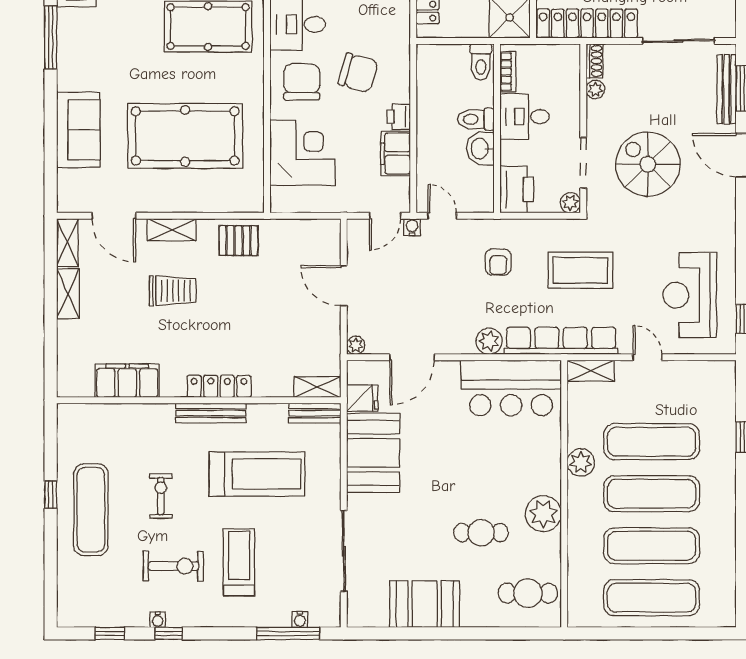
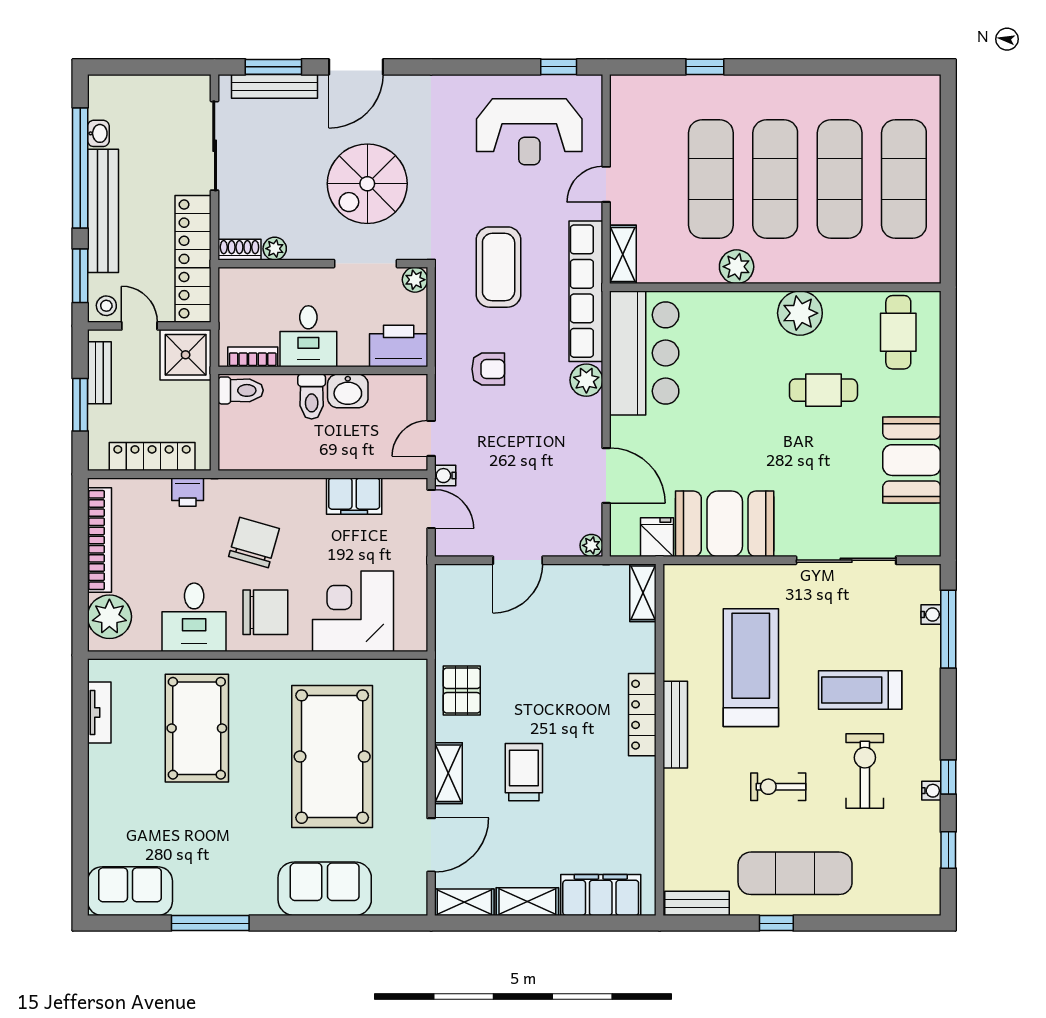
chair: (302, 82) -> (265, 612), turned 180
printer: (399, 117) -> (188, 492), moved
filing cabinet: (127, 381) -> (601, 895), moved, turned 90
bench: (315, 413) -> (697, 903), moved, turned 90
cafe table: (481, 533) -> (823, 390), turned 90

